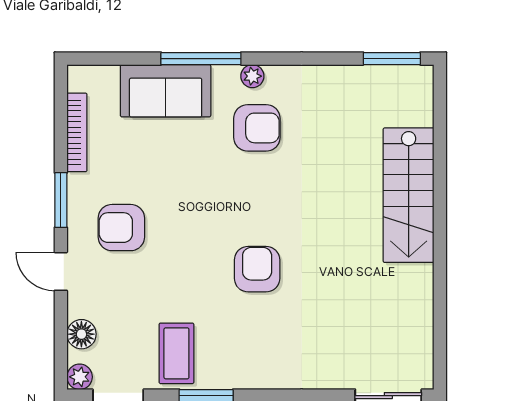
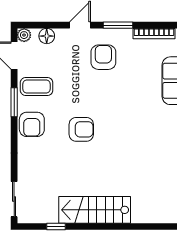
armchair: (257, 128) -> (32, 124), moved
stairs: (409, 195) -> (95, 210), moved
window: (440, 317) -> (56, 227), added

